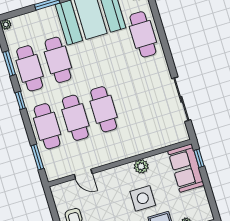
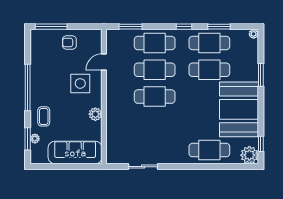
sliding door: (181, 99) -> (143, 167), width x0.73
window: (199, 158) -> (87, 167), removed
sofa: (186, 168) -> (75, 153), width x1.36
side table: (143, 198) -> (80, 83), moved

